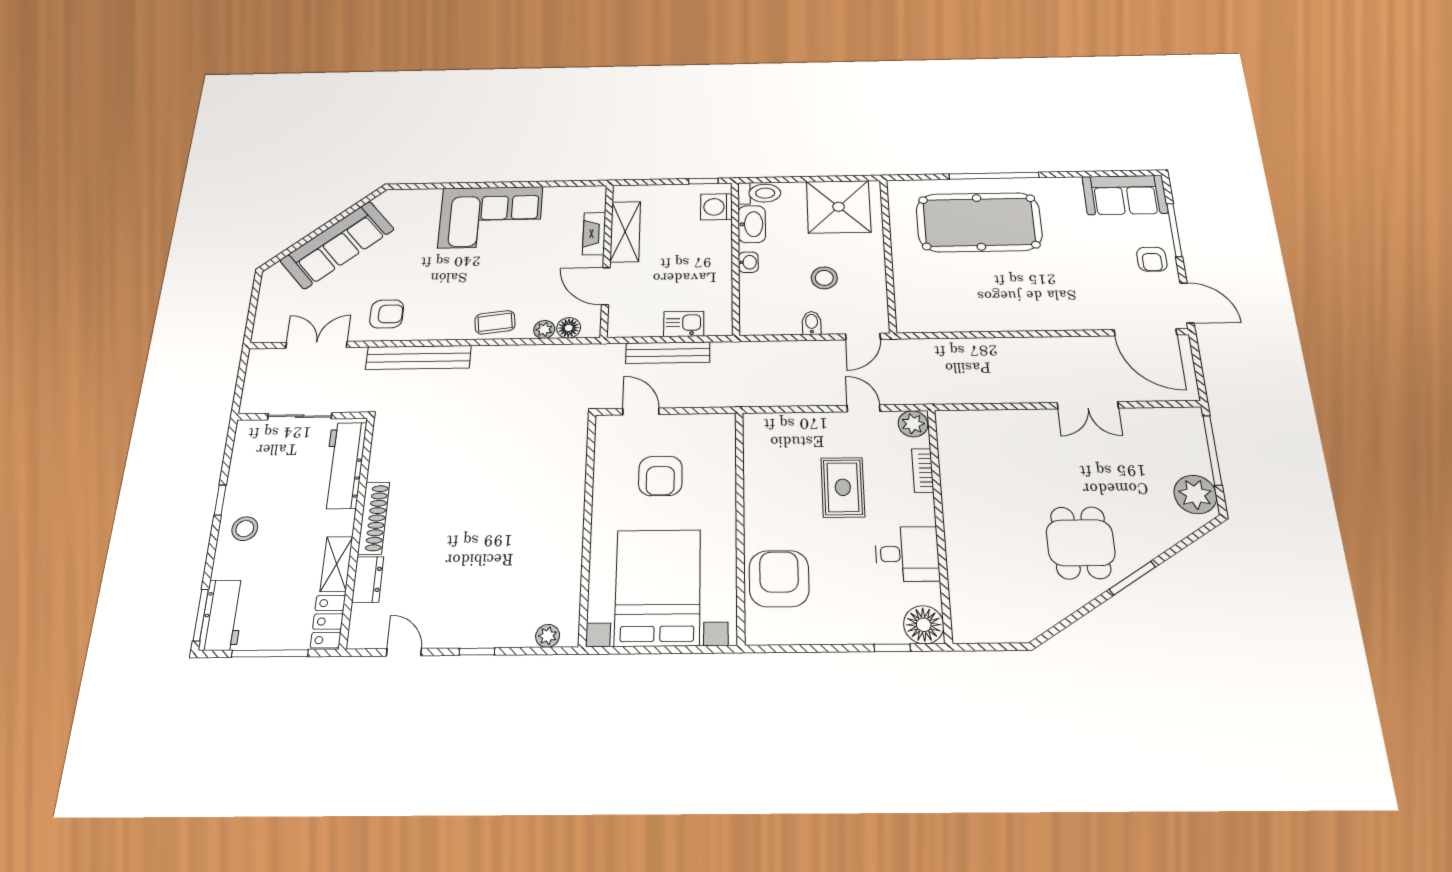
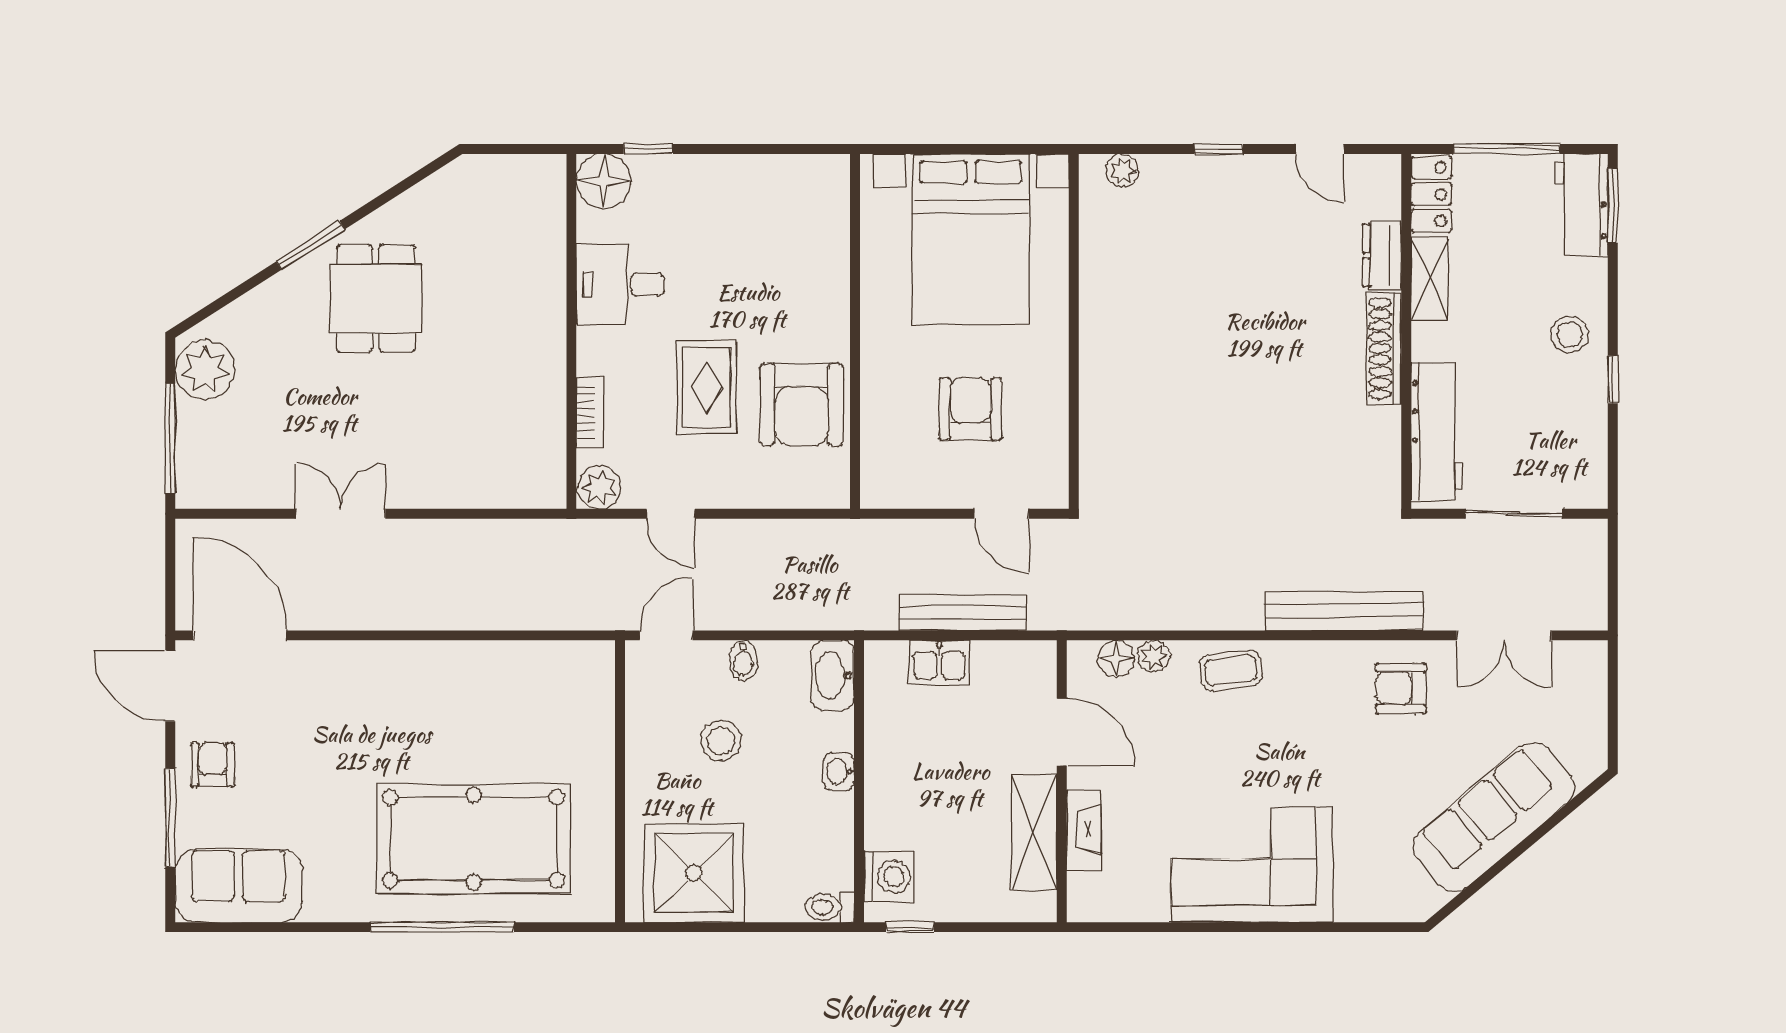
toilet: (759, 193) -> (830, 907), width x0.73, depth x0.72
washbasin: (752, 224) -> (833, 675), moved
armchair: (779, 579) -> (801, 405), moved

